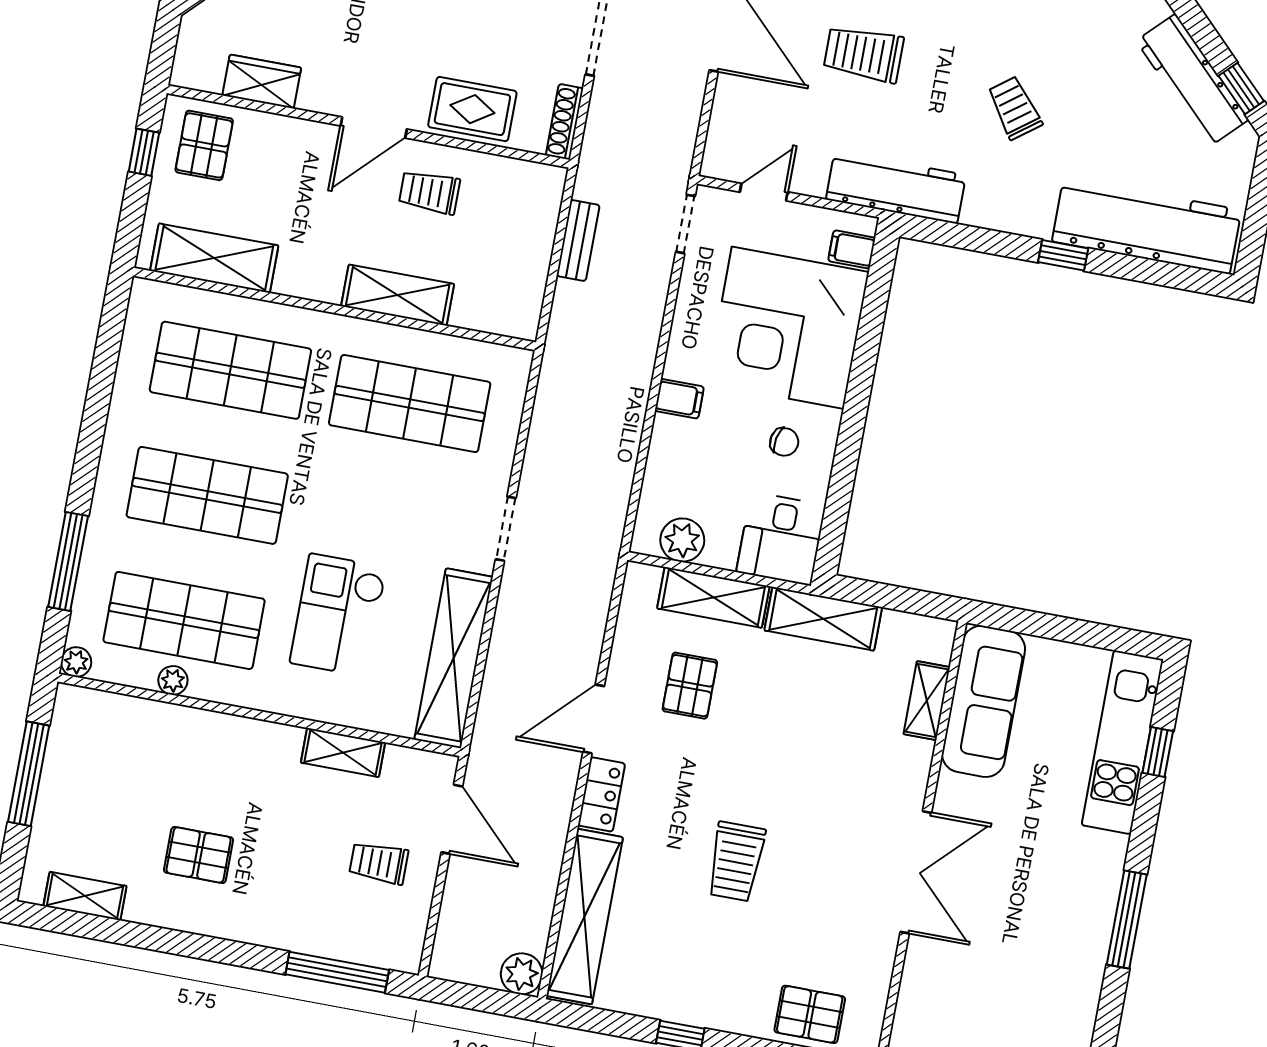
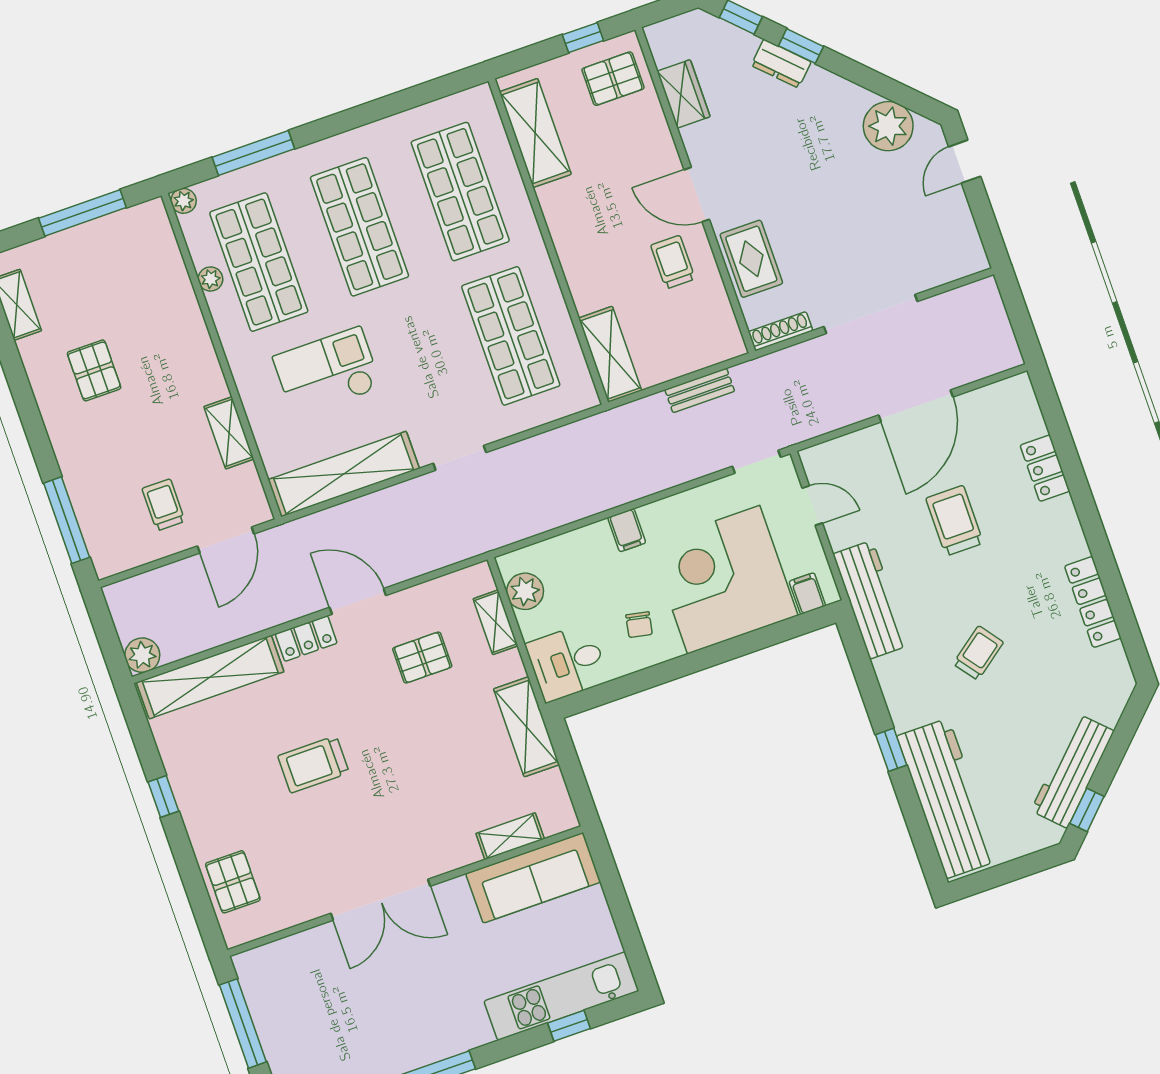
shelving: (398, 295) -> (610, 354), moved
shelving: (713, 597) -> (496, 622), width x0.67, depth x0.75

